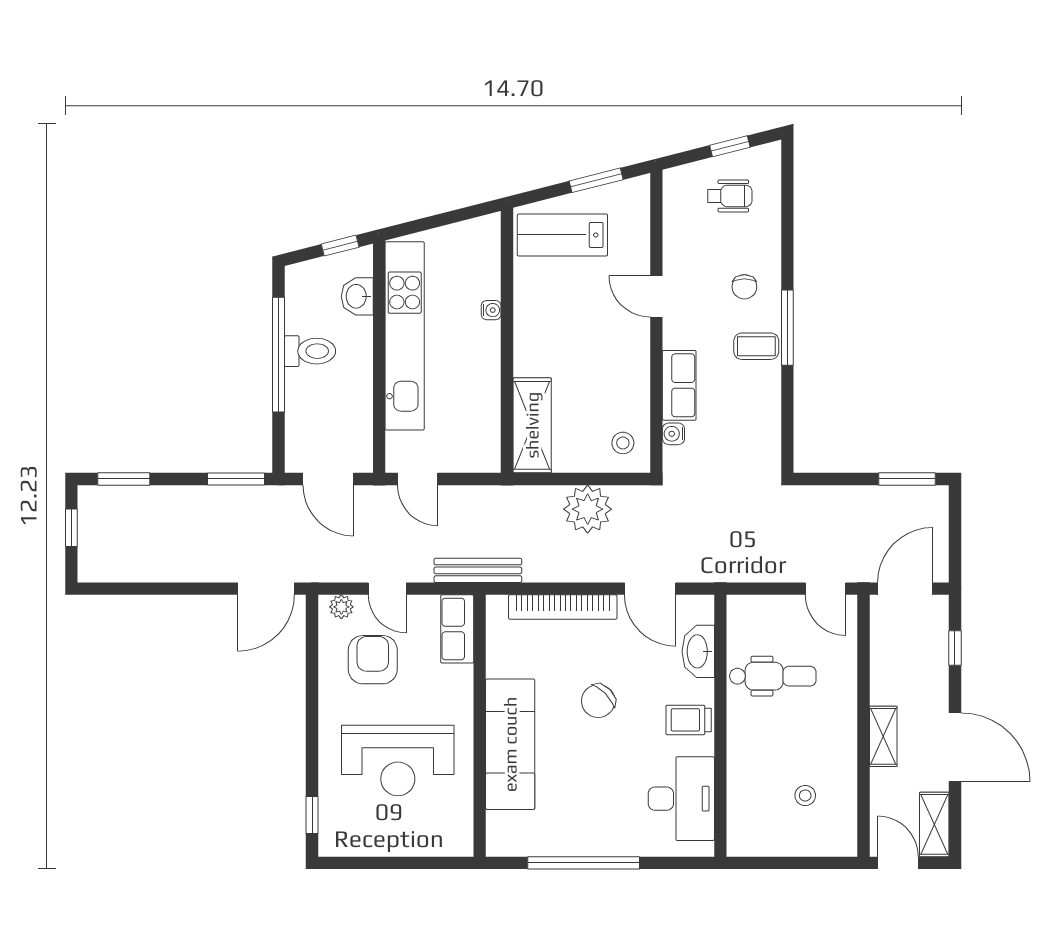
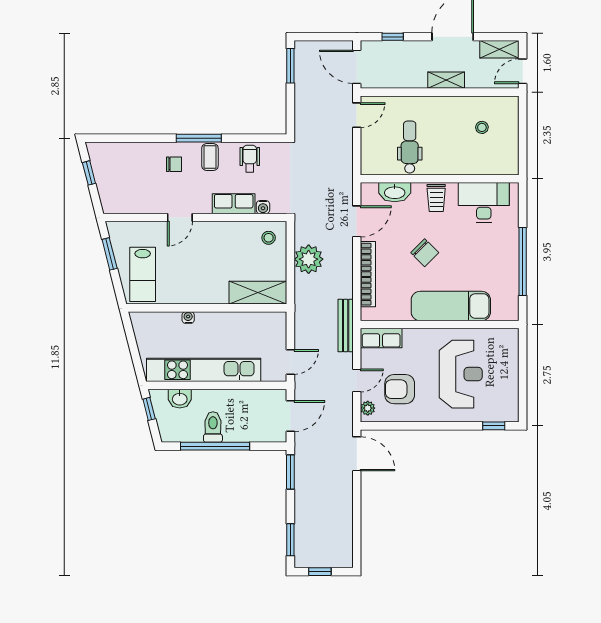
wheelchair: (730, 196) -> (250, 159), moved

